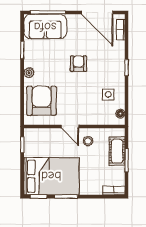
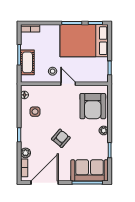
door: (97, 12) -> (45, 183), hinge flipped
plant: (119, 47) -> (25, 153), added
armchair: (78, 64) -> (61, 138), turned -140

